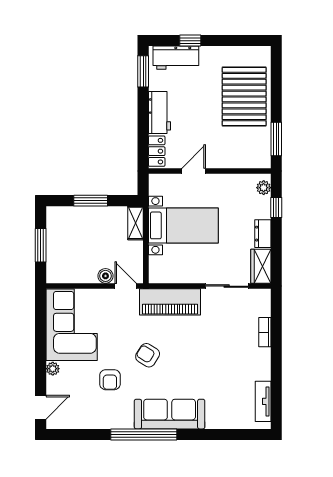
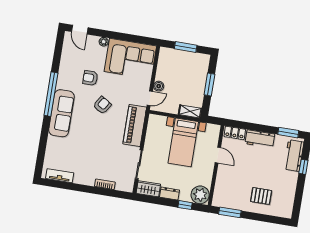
pallet: (244, 97) -> (261, 196), width x0.49, depth x0.50
plant: (264, 188) -> (200, 195), width x1.88, depth x1.88

